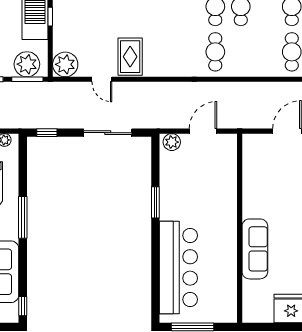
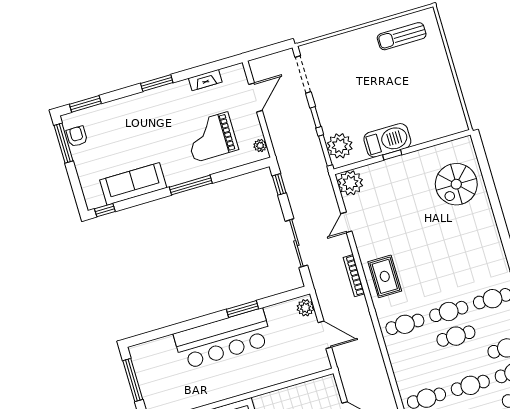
rug: (130, 57) -> (385, 276), moved, turned 90
bookcase: (155, 87) -> (354, 276), added
bar counter: (178, 267) -> (223, 339), moved

